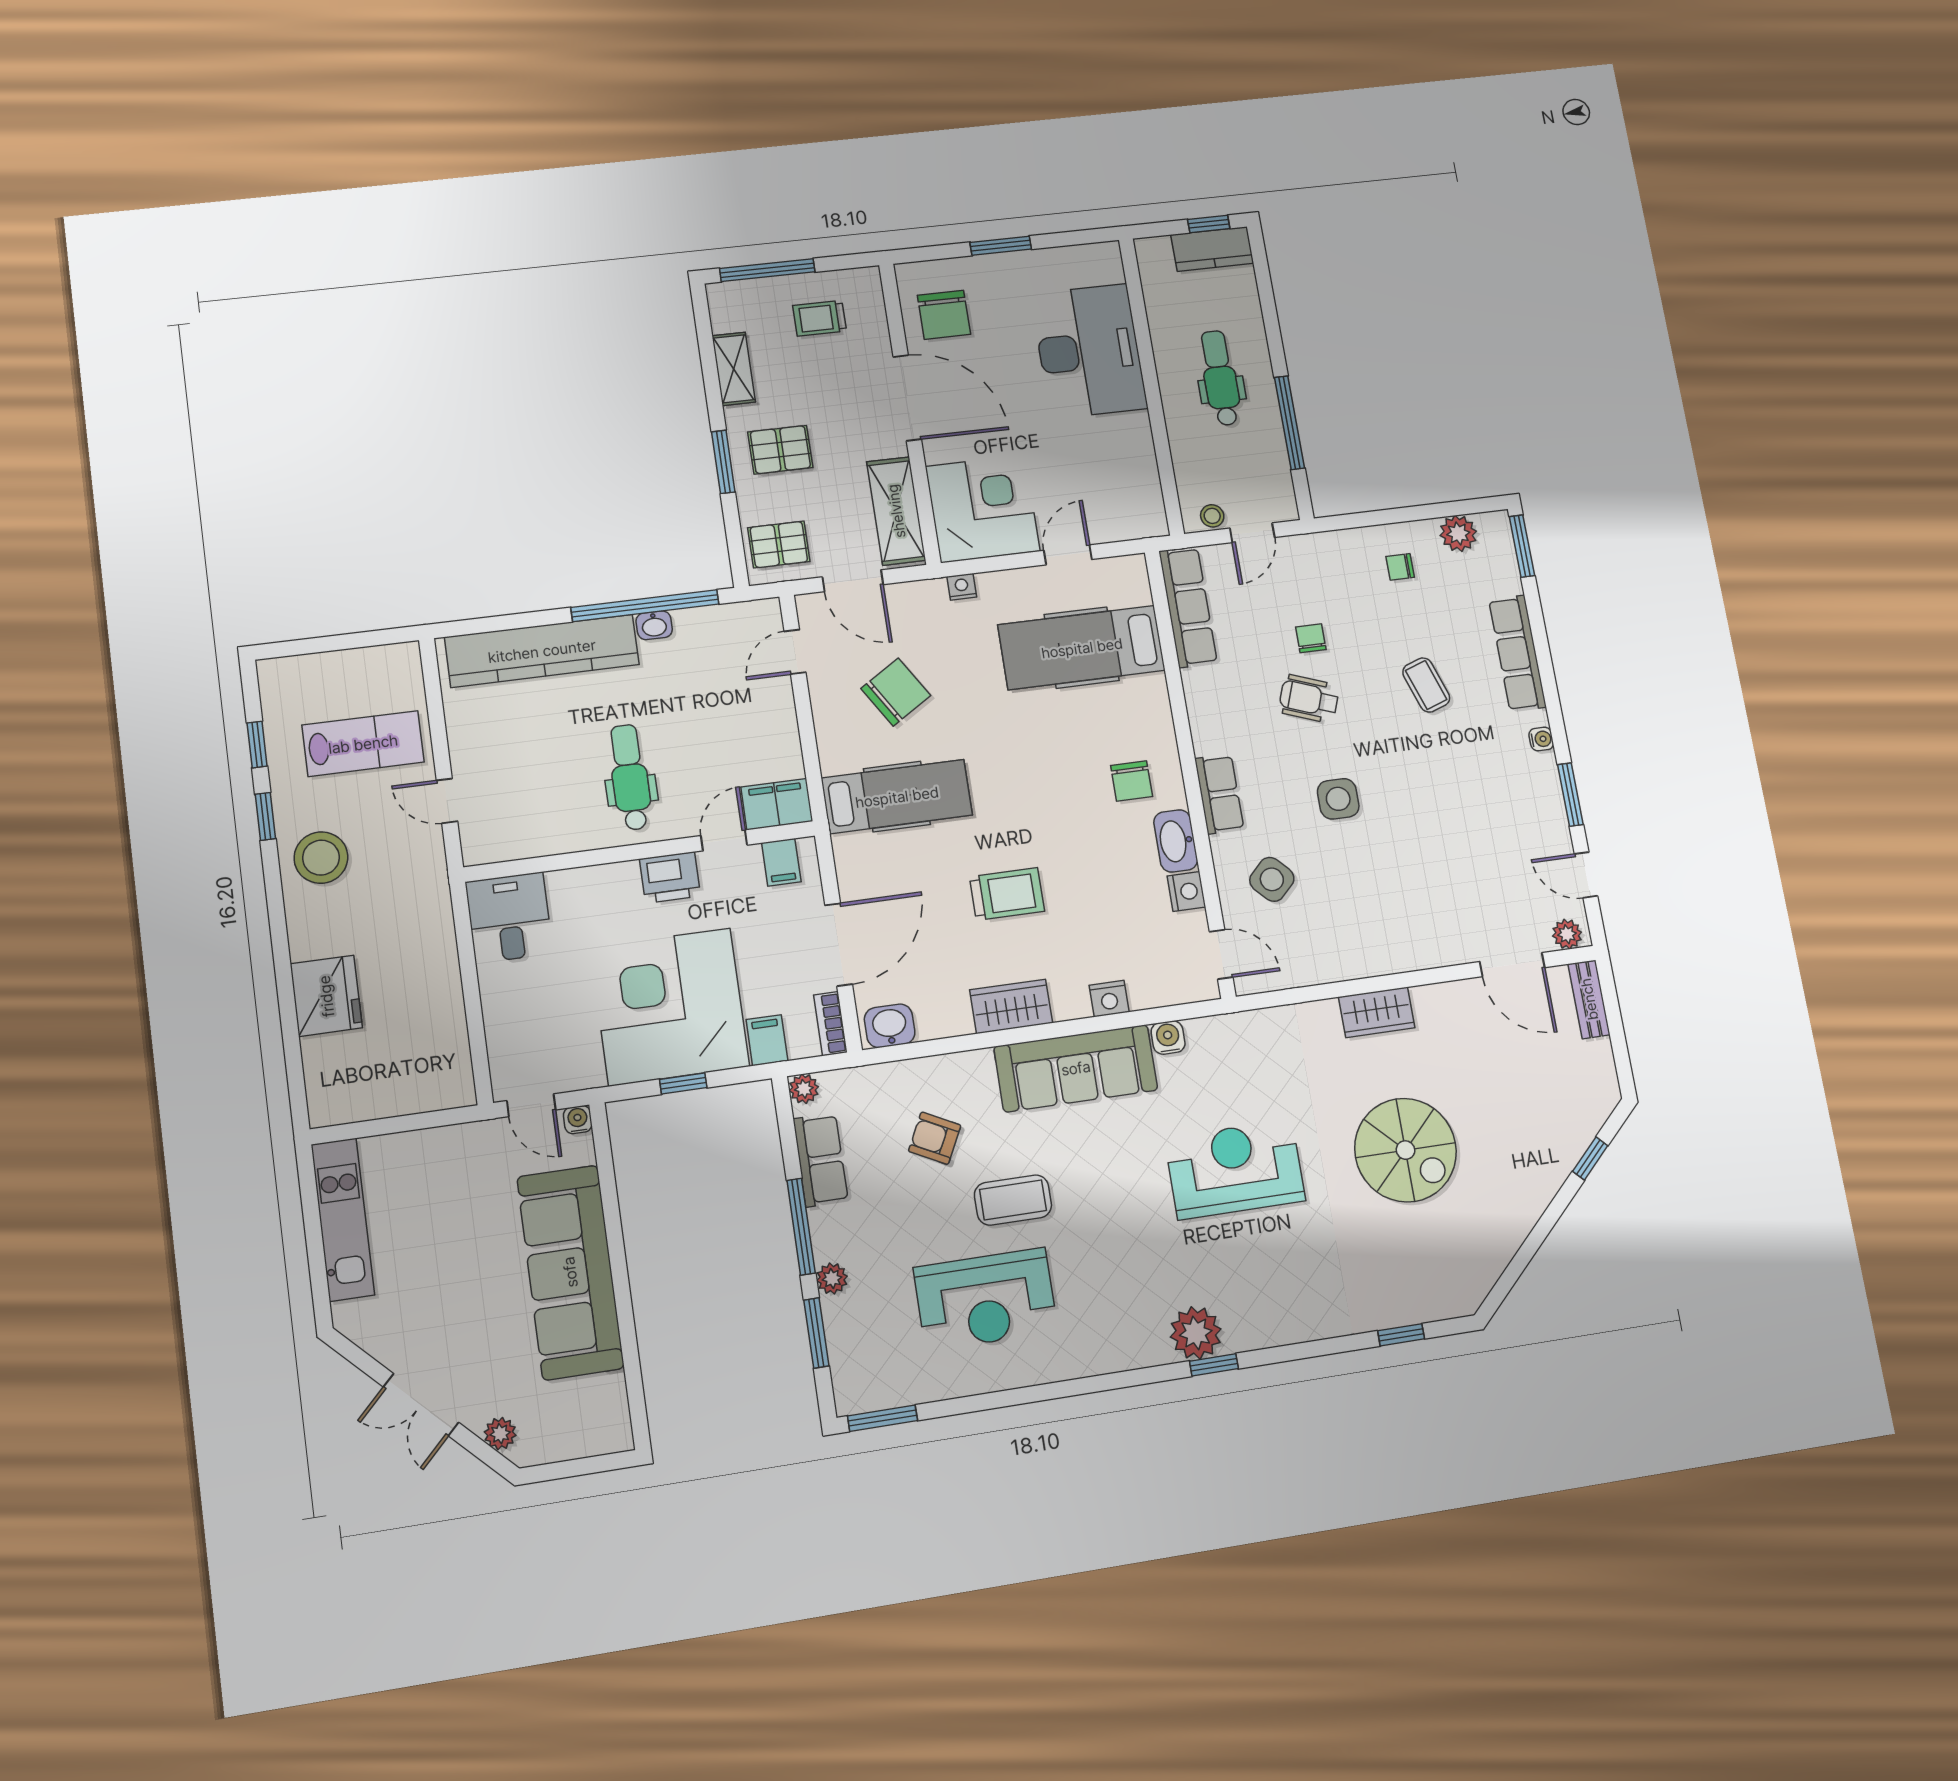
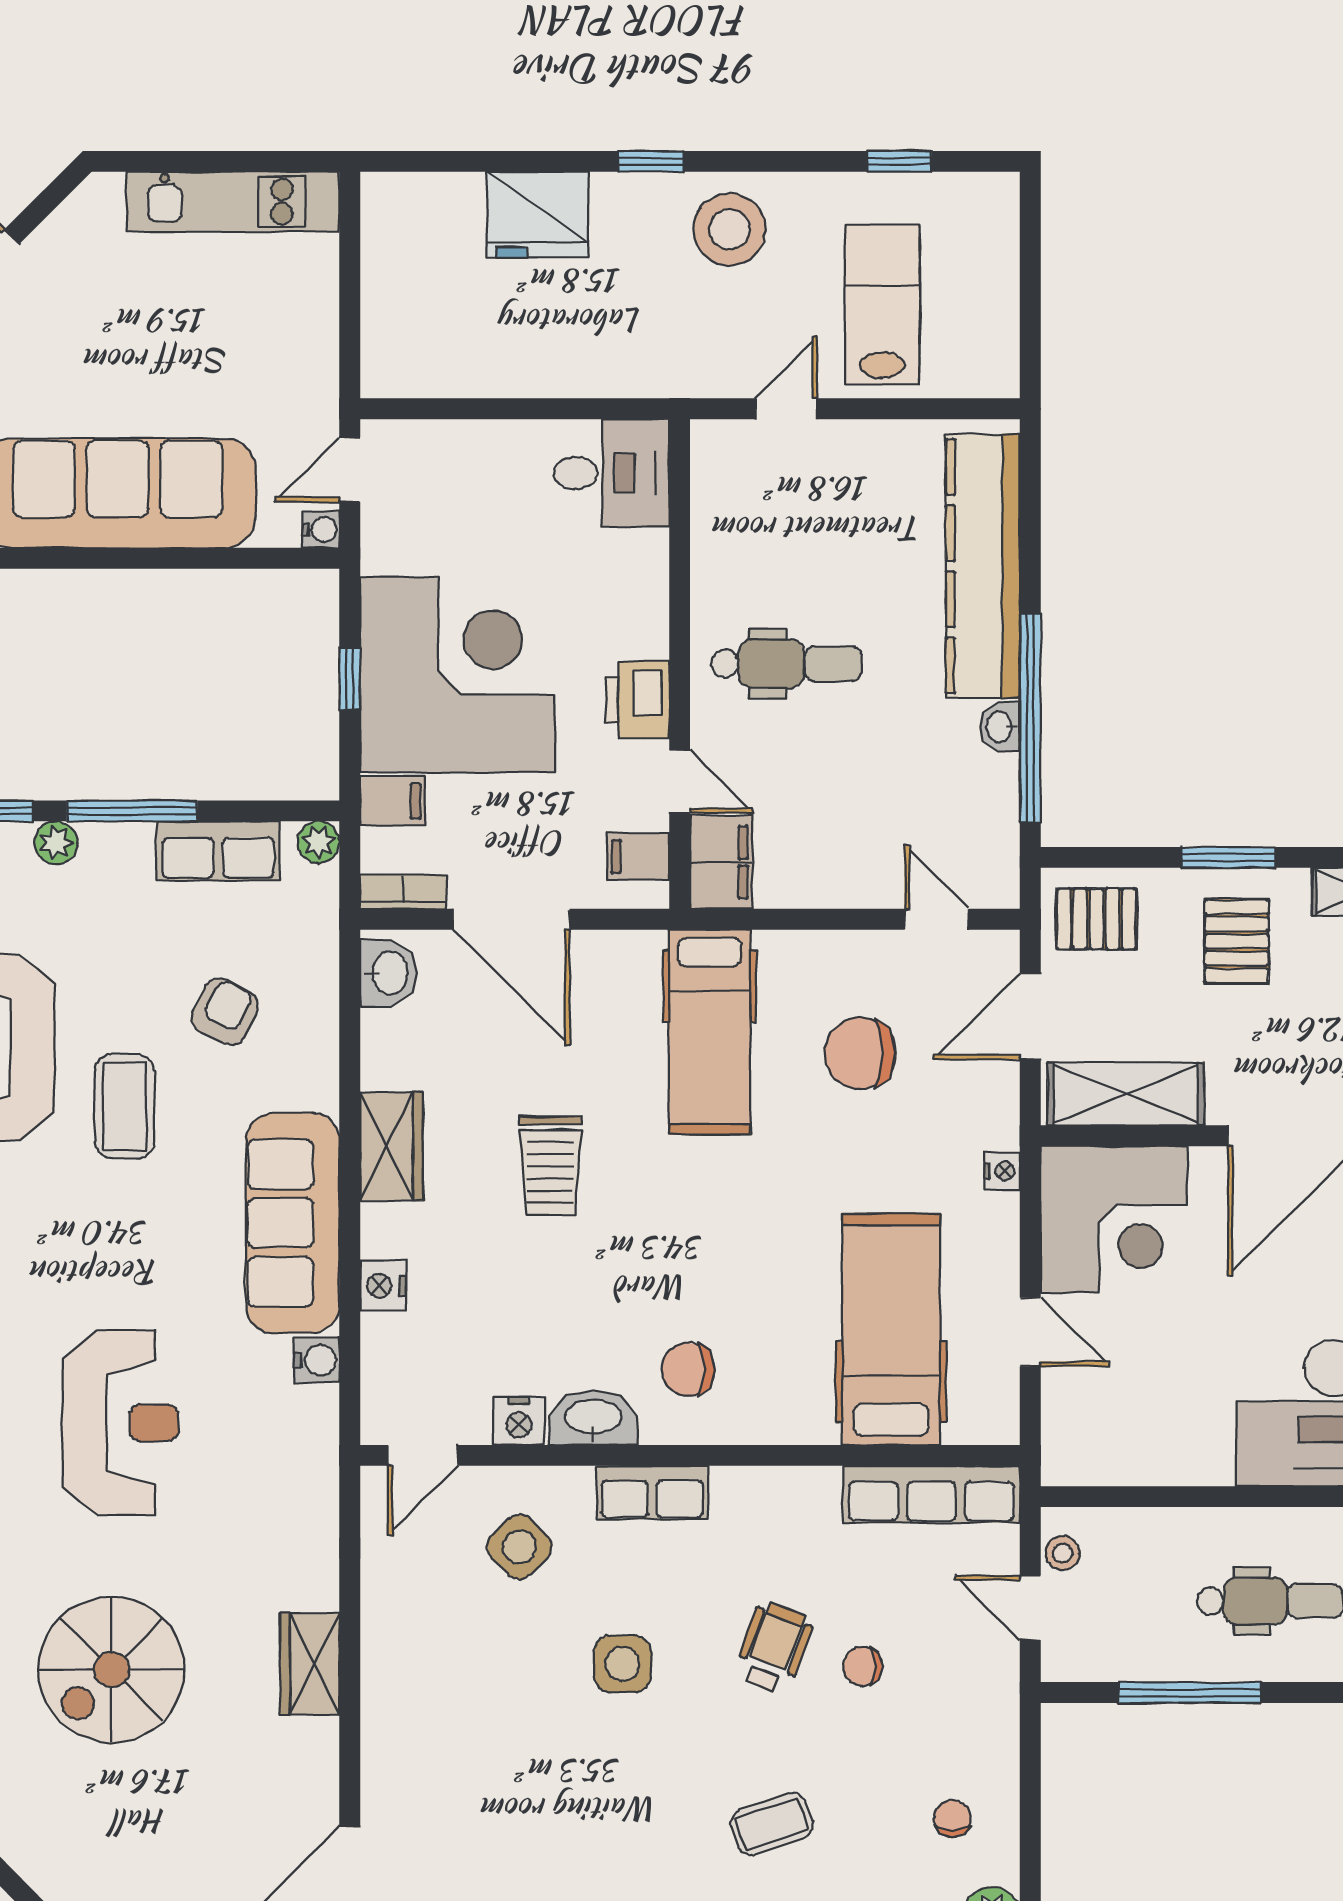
pallet: (779, 545) -> (1096, 919), turned 90
chair: (1311, 638) -> (863, 1666), turned 180
chair: (896, 692) -> (860, 1053), turned 122
lab bench: (363, 744) -> (882, 305), turned 180
window: (265, 816) -> (651, 161), moved

